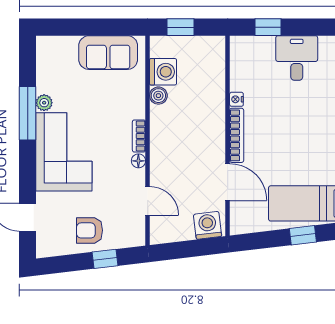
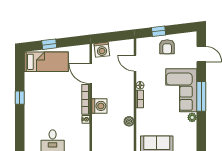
washing machine: (163, 72) -> (99, 106), moved, turned 180
window: (28, 113) -> (201, 96), moved
armchair: (90, 230) -> (167, 47), turned 90

